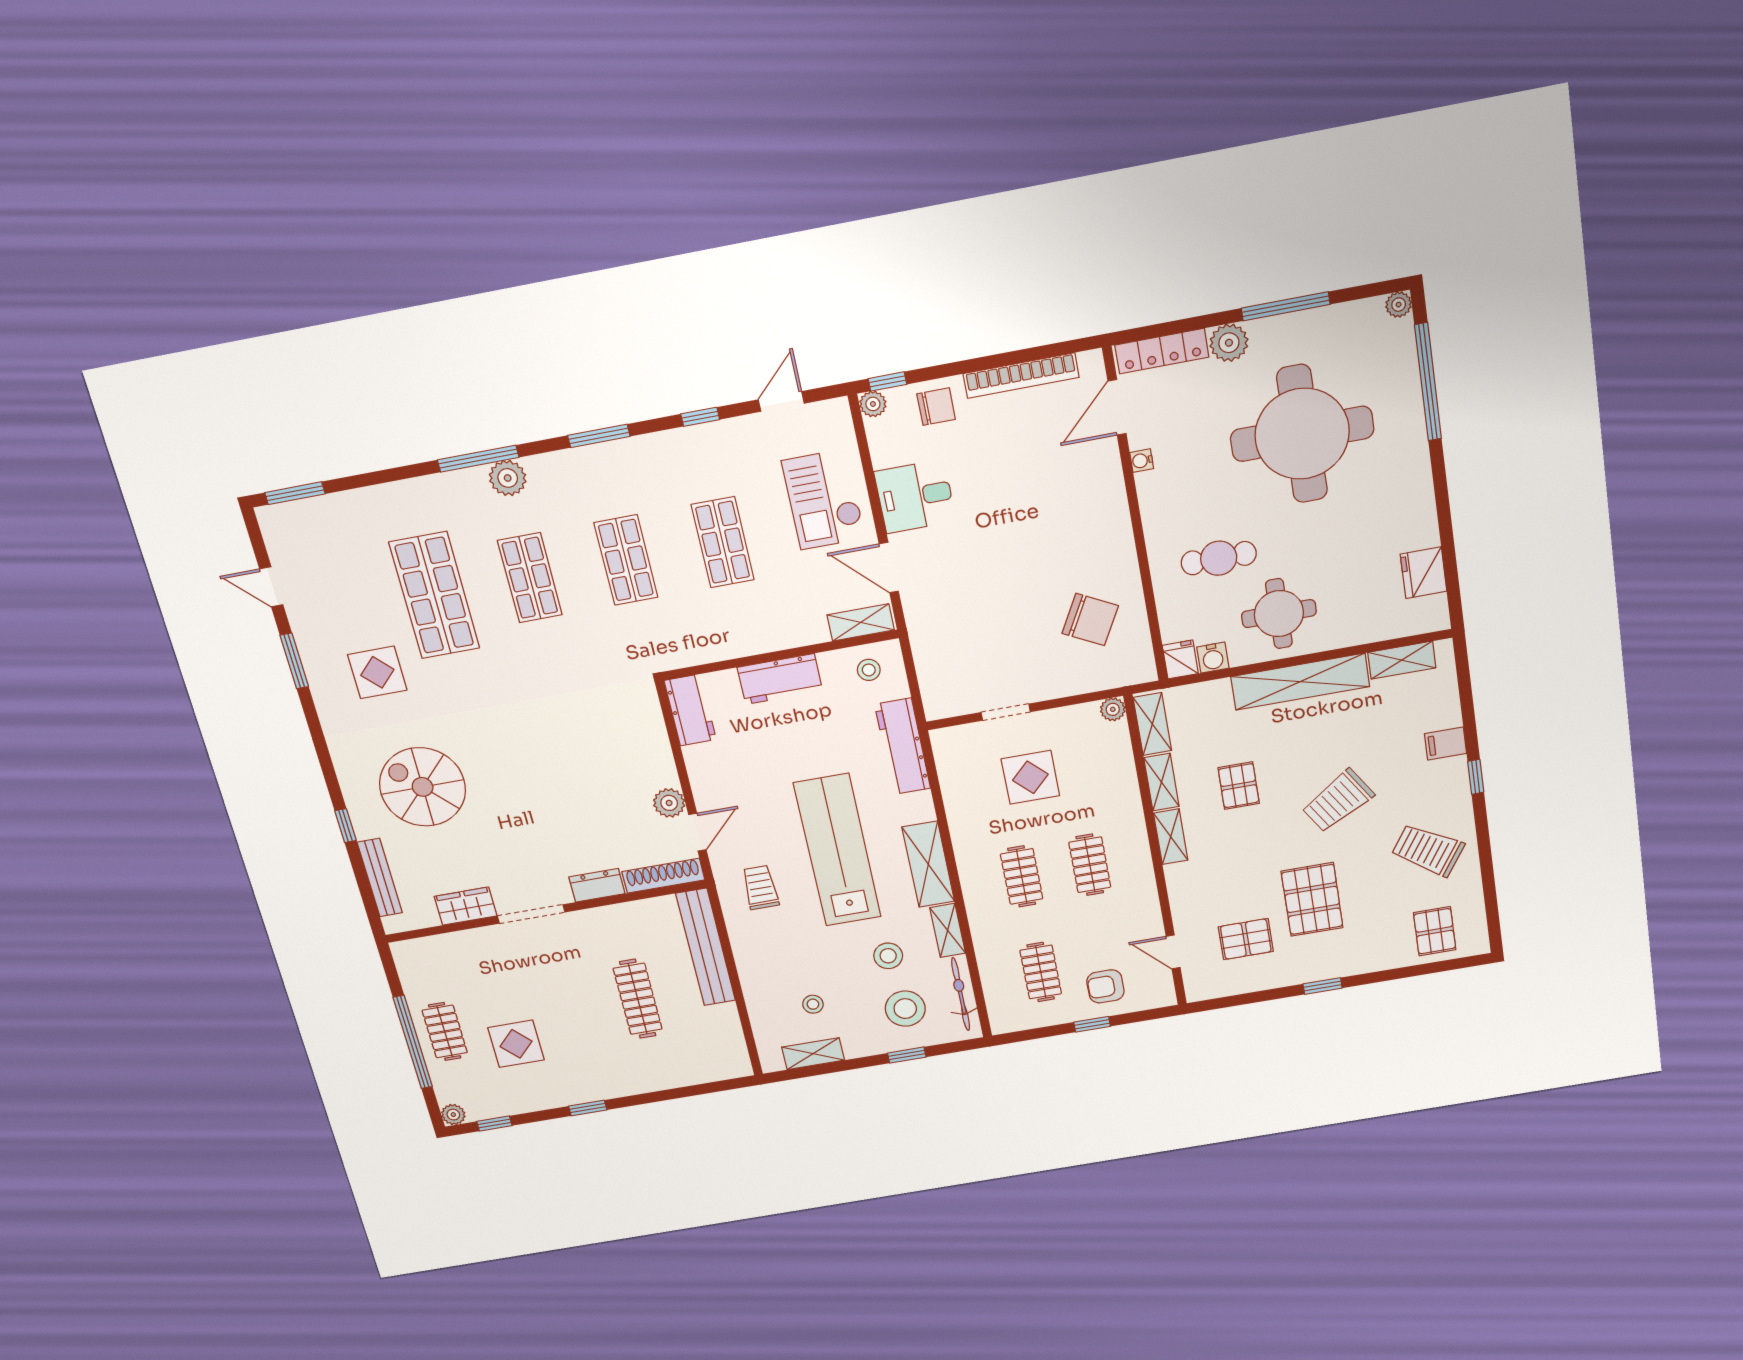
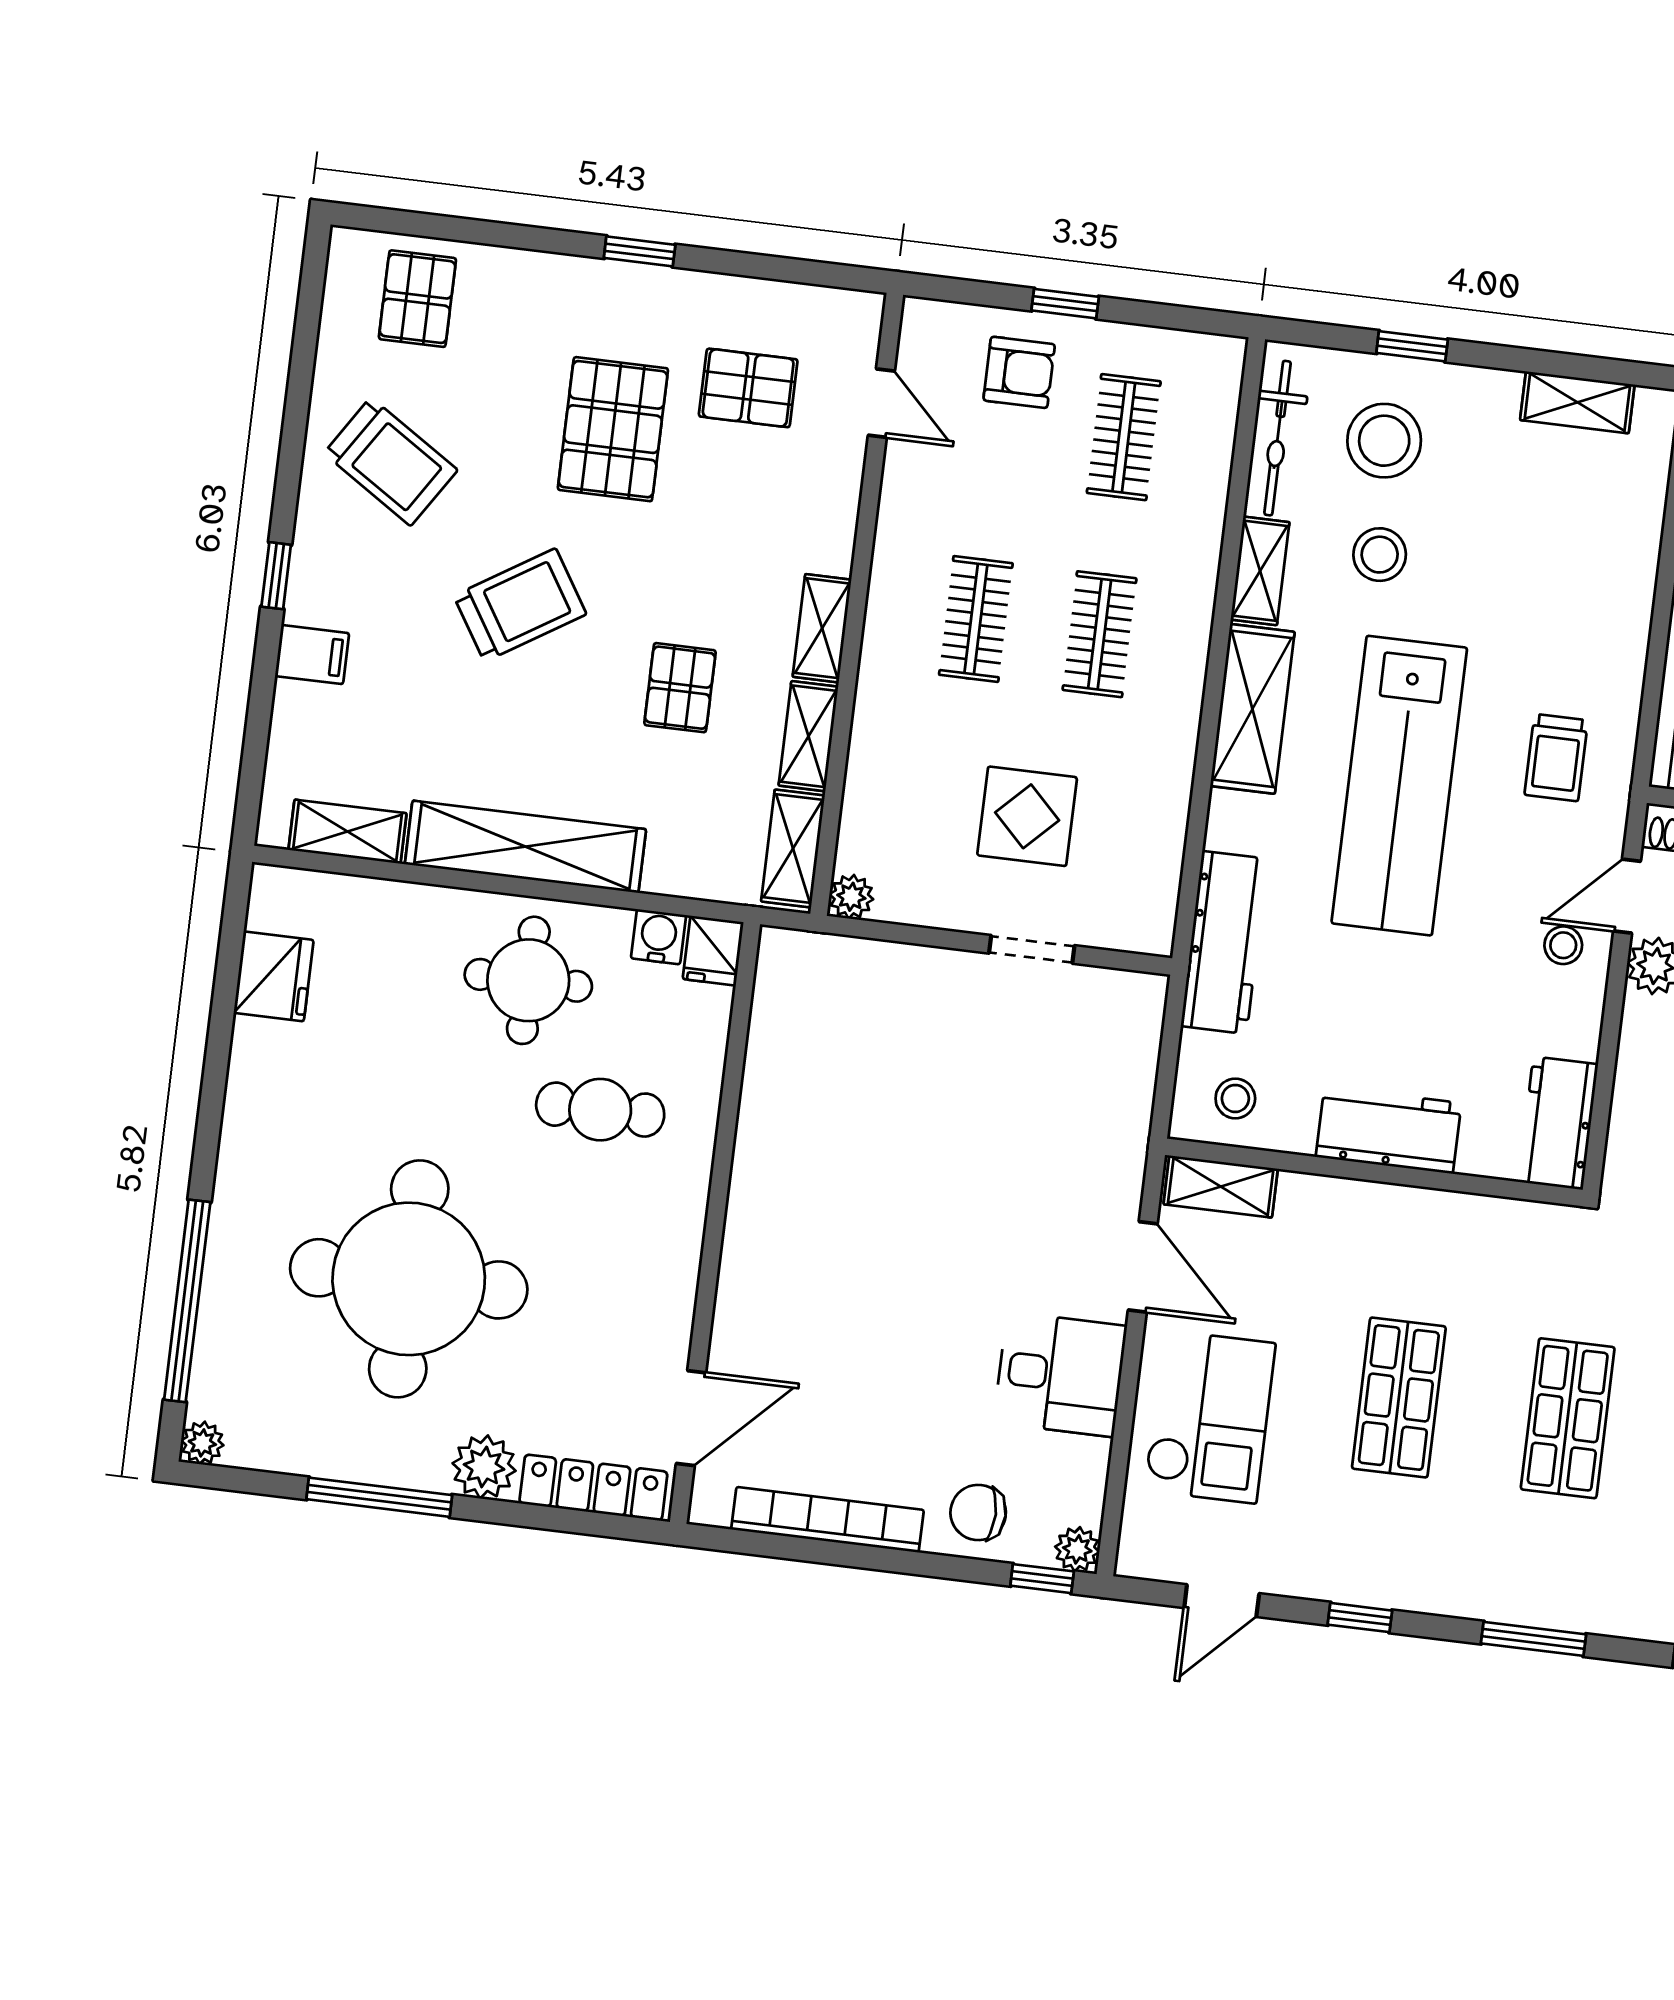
water cooler: (1142, 461) -> (677, 1317), removed
chair: (1090, 619) -> (841, 1070), removed
stool: (813, 1004) -> (1563, 945), moved

